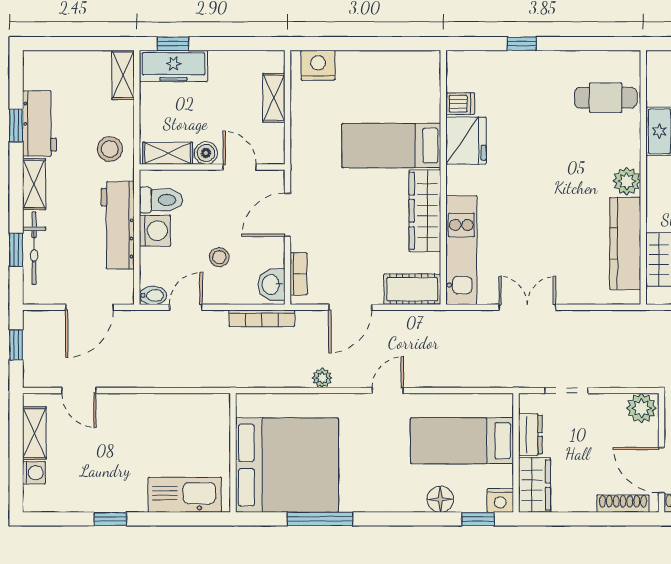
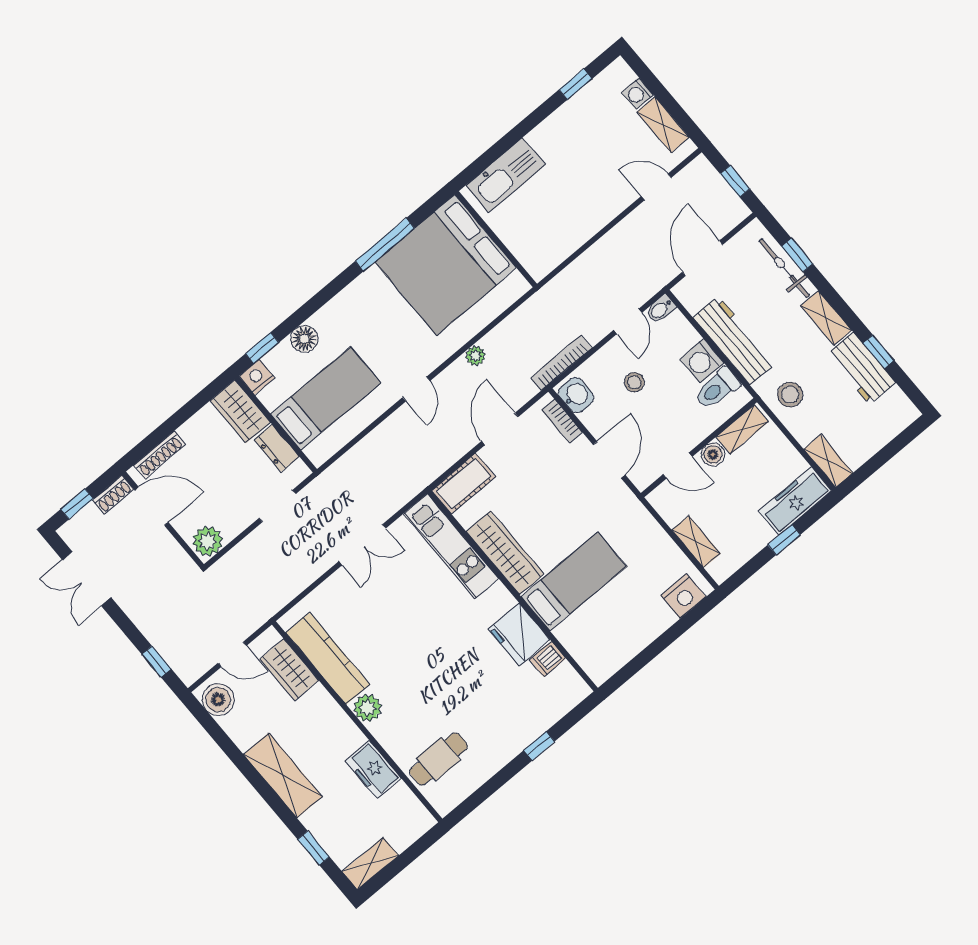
window: (173, 44) -> (784, 540), moved
window: (110, 519) -> (575, 84), moved

